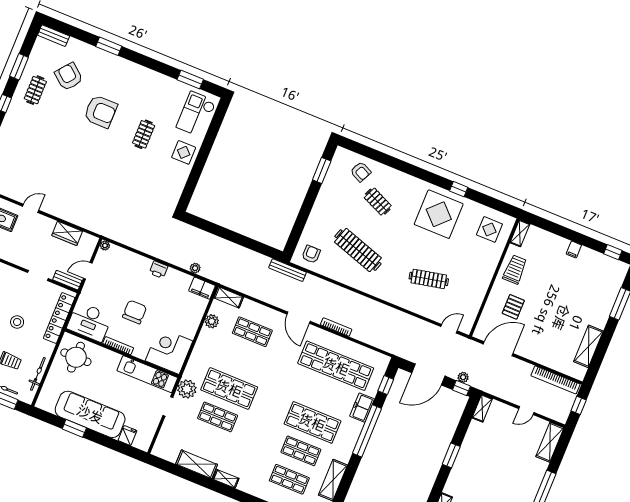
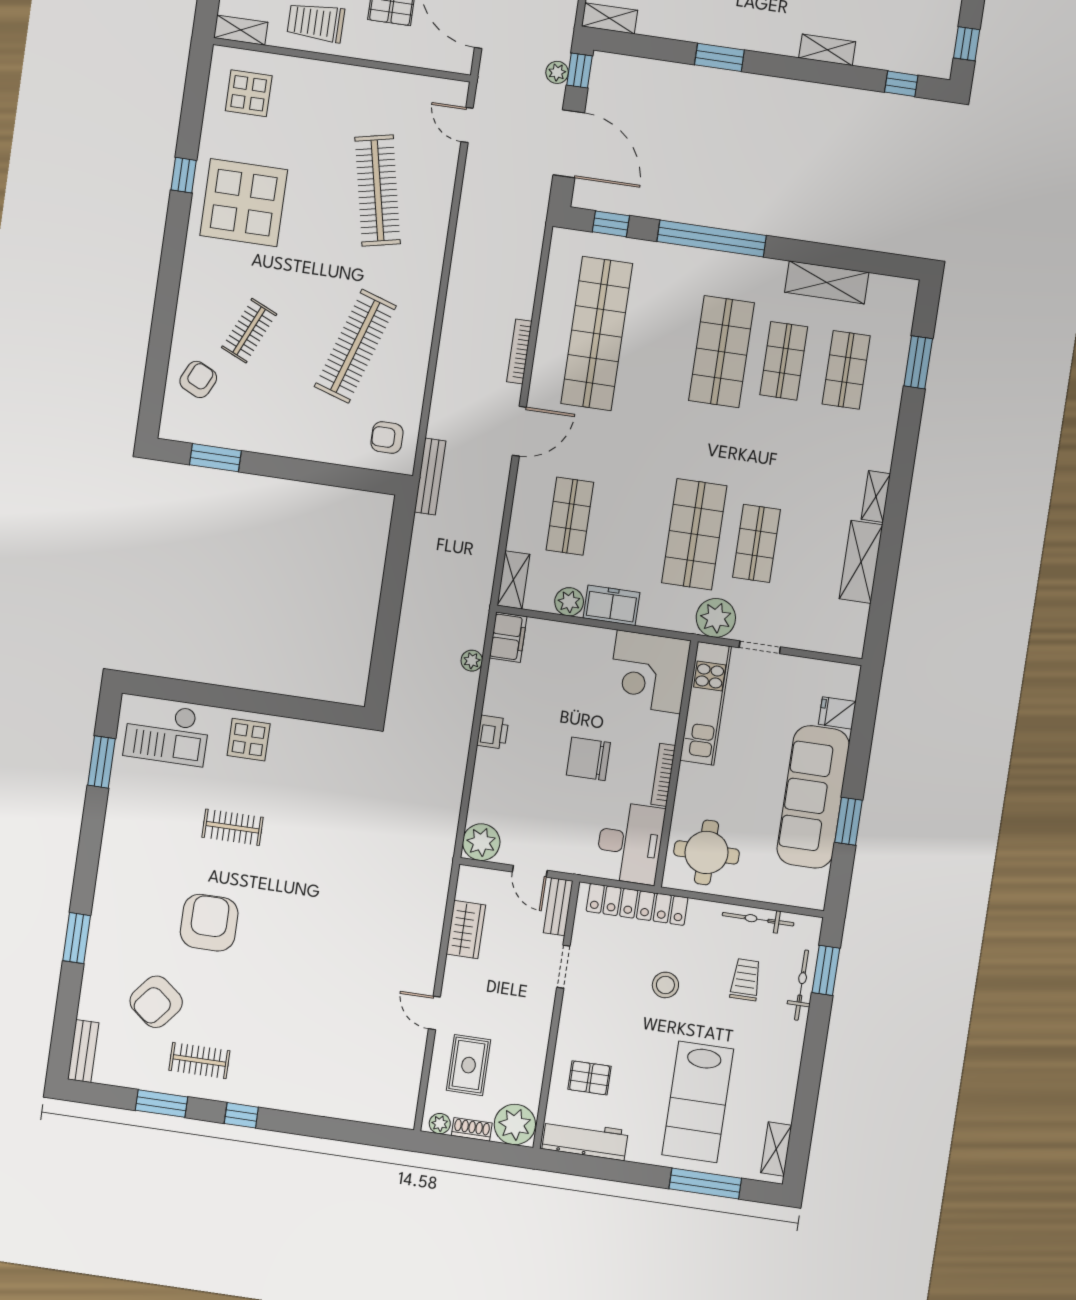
plant: (105, 246) -> (481, 842), width x1.88, depth x1.88
clothes rail: (429, 279) -> (378, 190), width x1.37, depth x1.31
freezer: (362, 408) -> (611, 605), moved, turned 180

